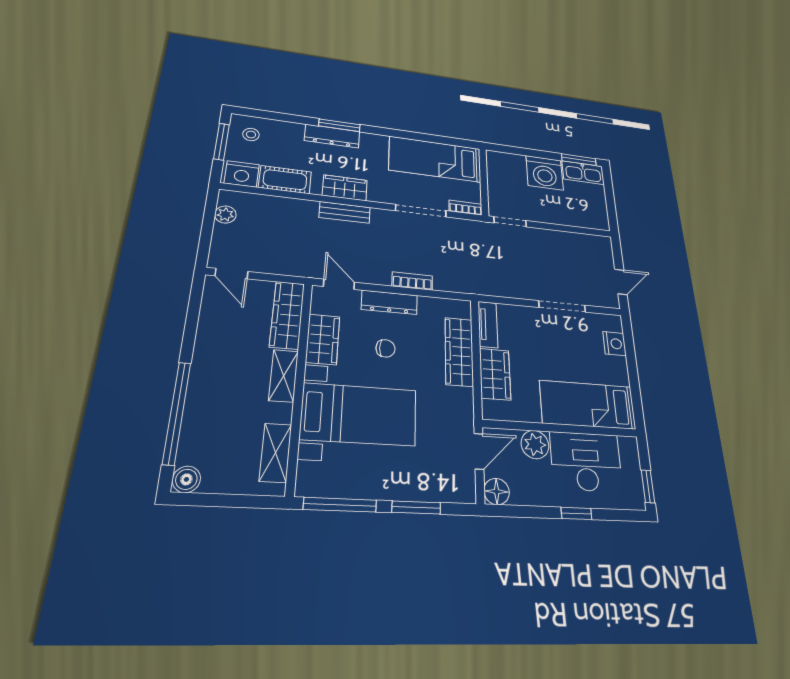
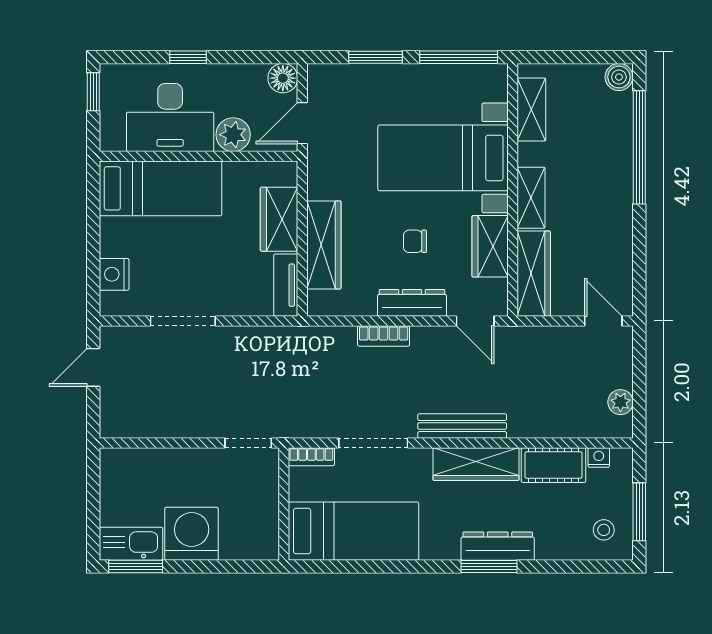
nightstand: (242, 174) -> (599, 457), width x0.53, depth x0.56
wardrobe: (345, 188) -> (476, 464), width x1.50
bench: (345, 212) -> (462, 426), width x1.36

